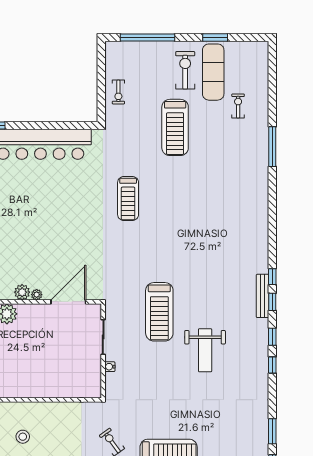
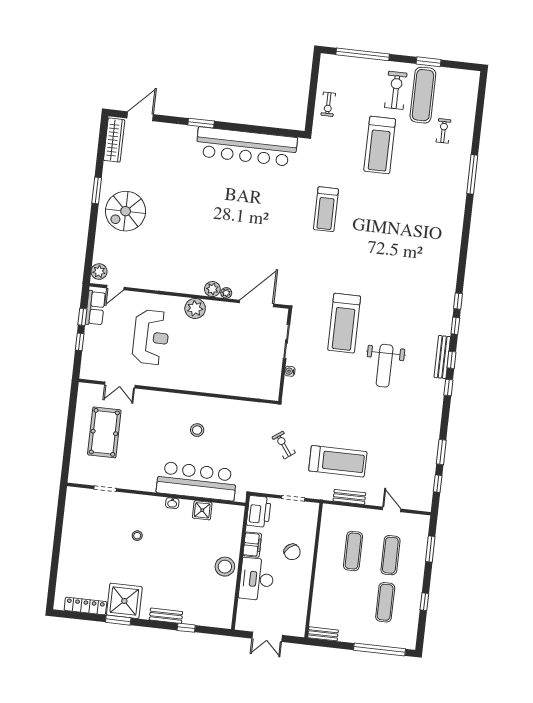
bench: (263, 296) -> (442, 357), moved

